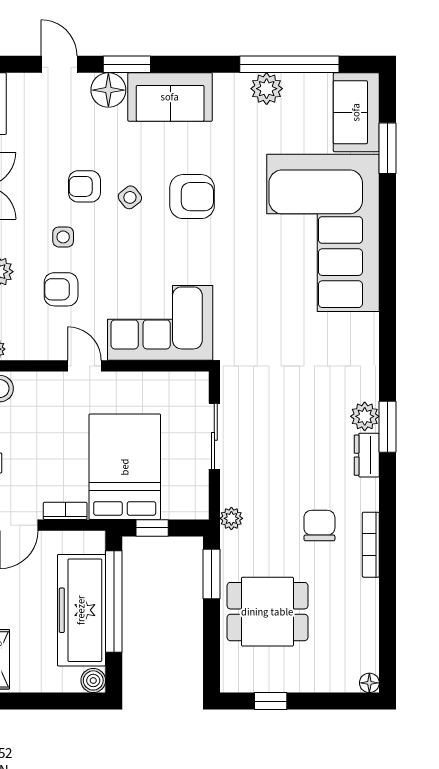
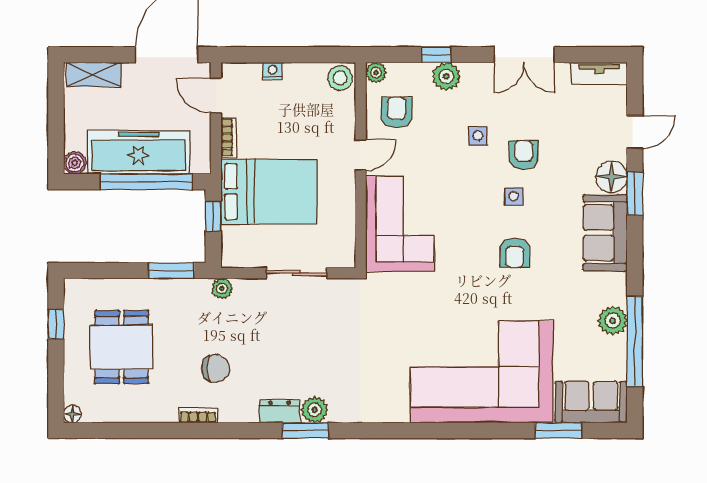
side table: (130, 197) -> (514, 196), turned 38
armchair: (192, 197) -> (515, 253), width x0.72, depth x0.72
armchair: (61, 289) -> (397, 113), moved
bookcase: (371, 545) -> (198, 415), width x0.64
dining table: (267, 612) -> (122, 347), moved

